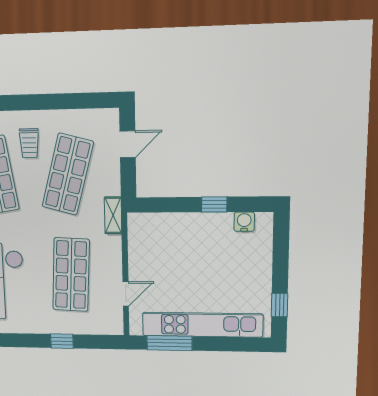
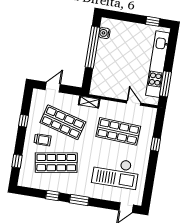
window: (56, 102) -> (24, 121), added
door: (128, 144) -> (53, 87), hinge flipped
window: (214, 204) -> (92, 47), width x3.17

